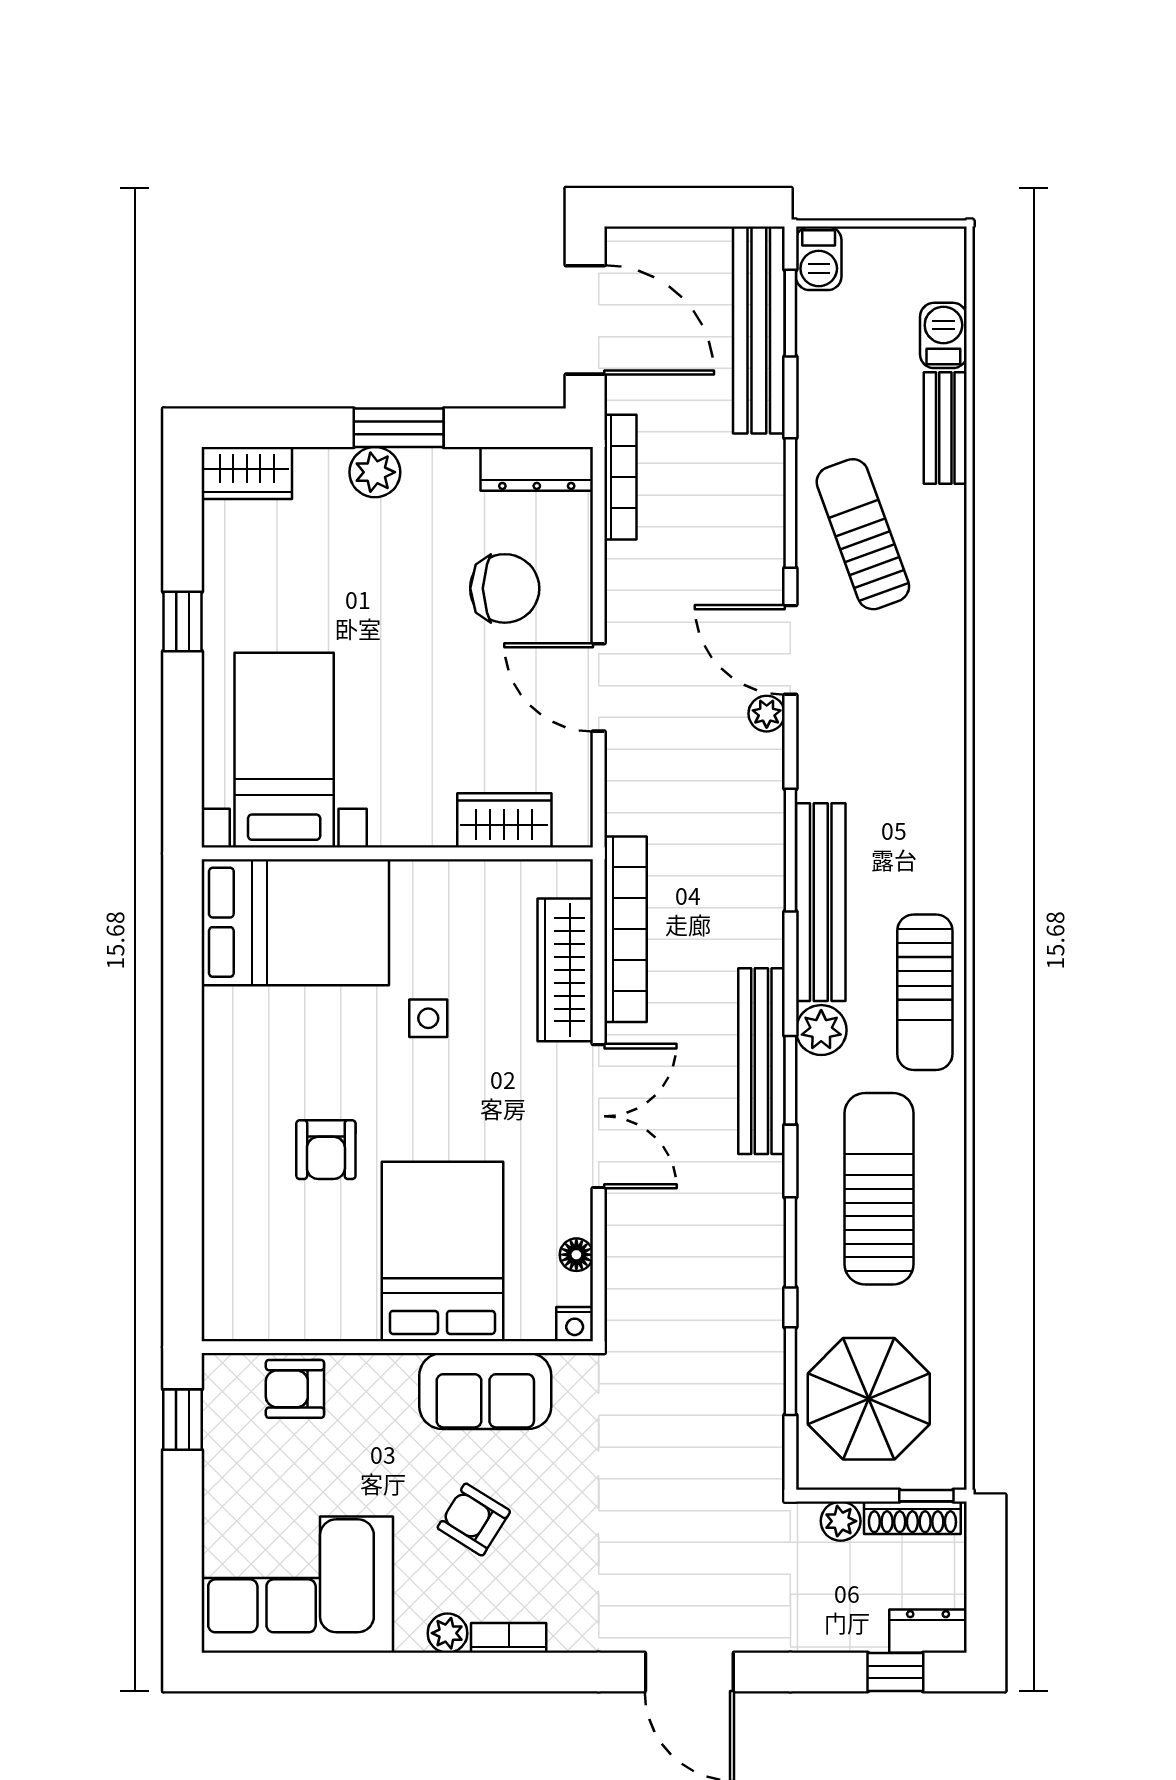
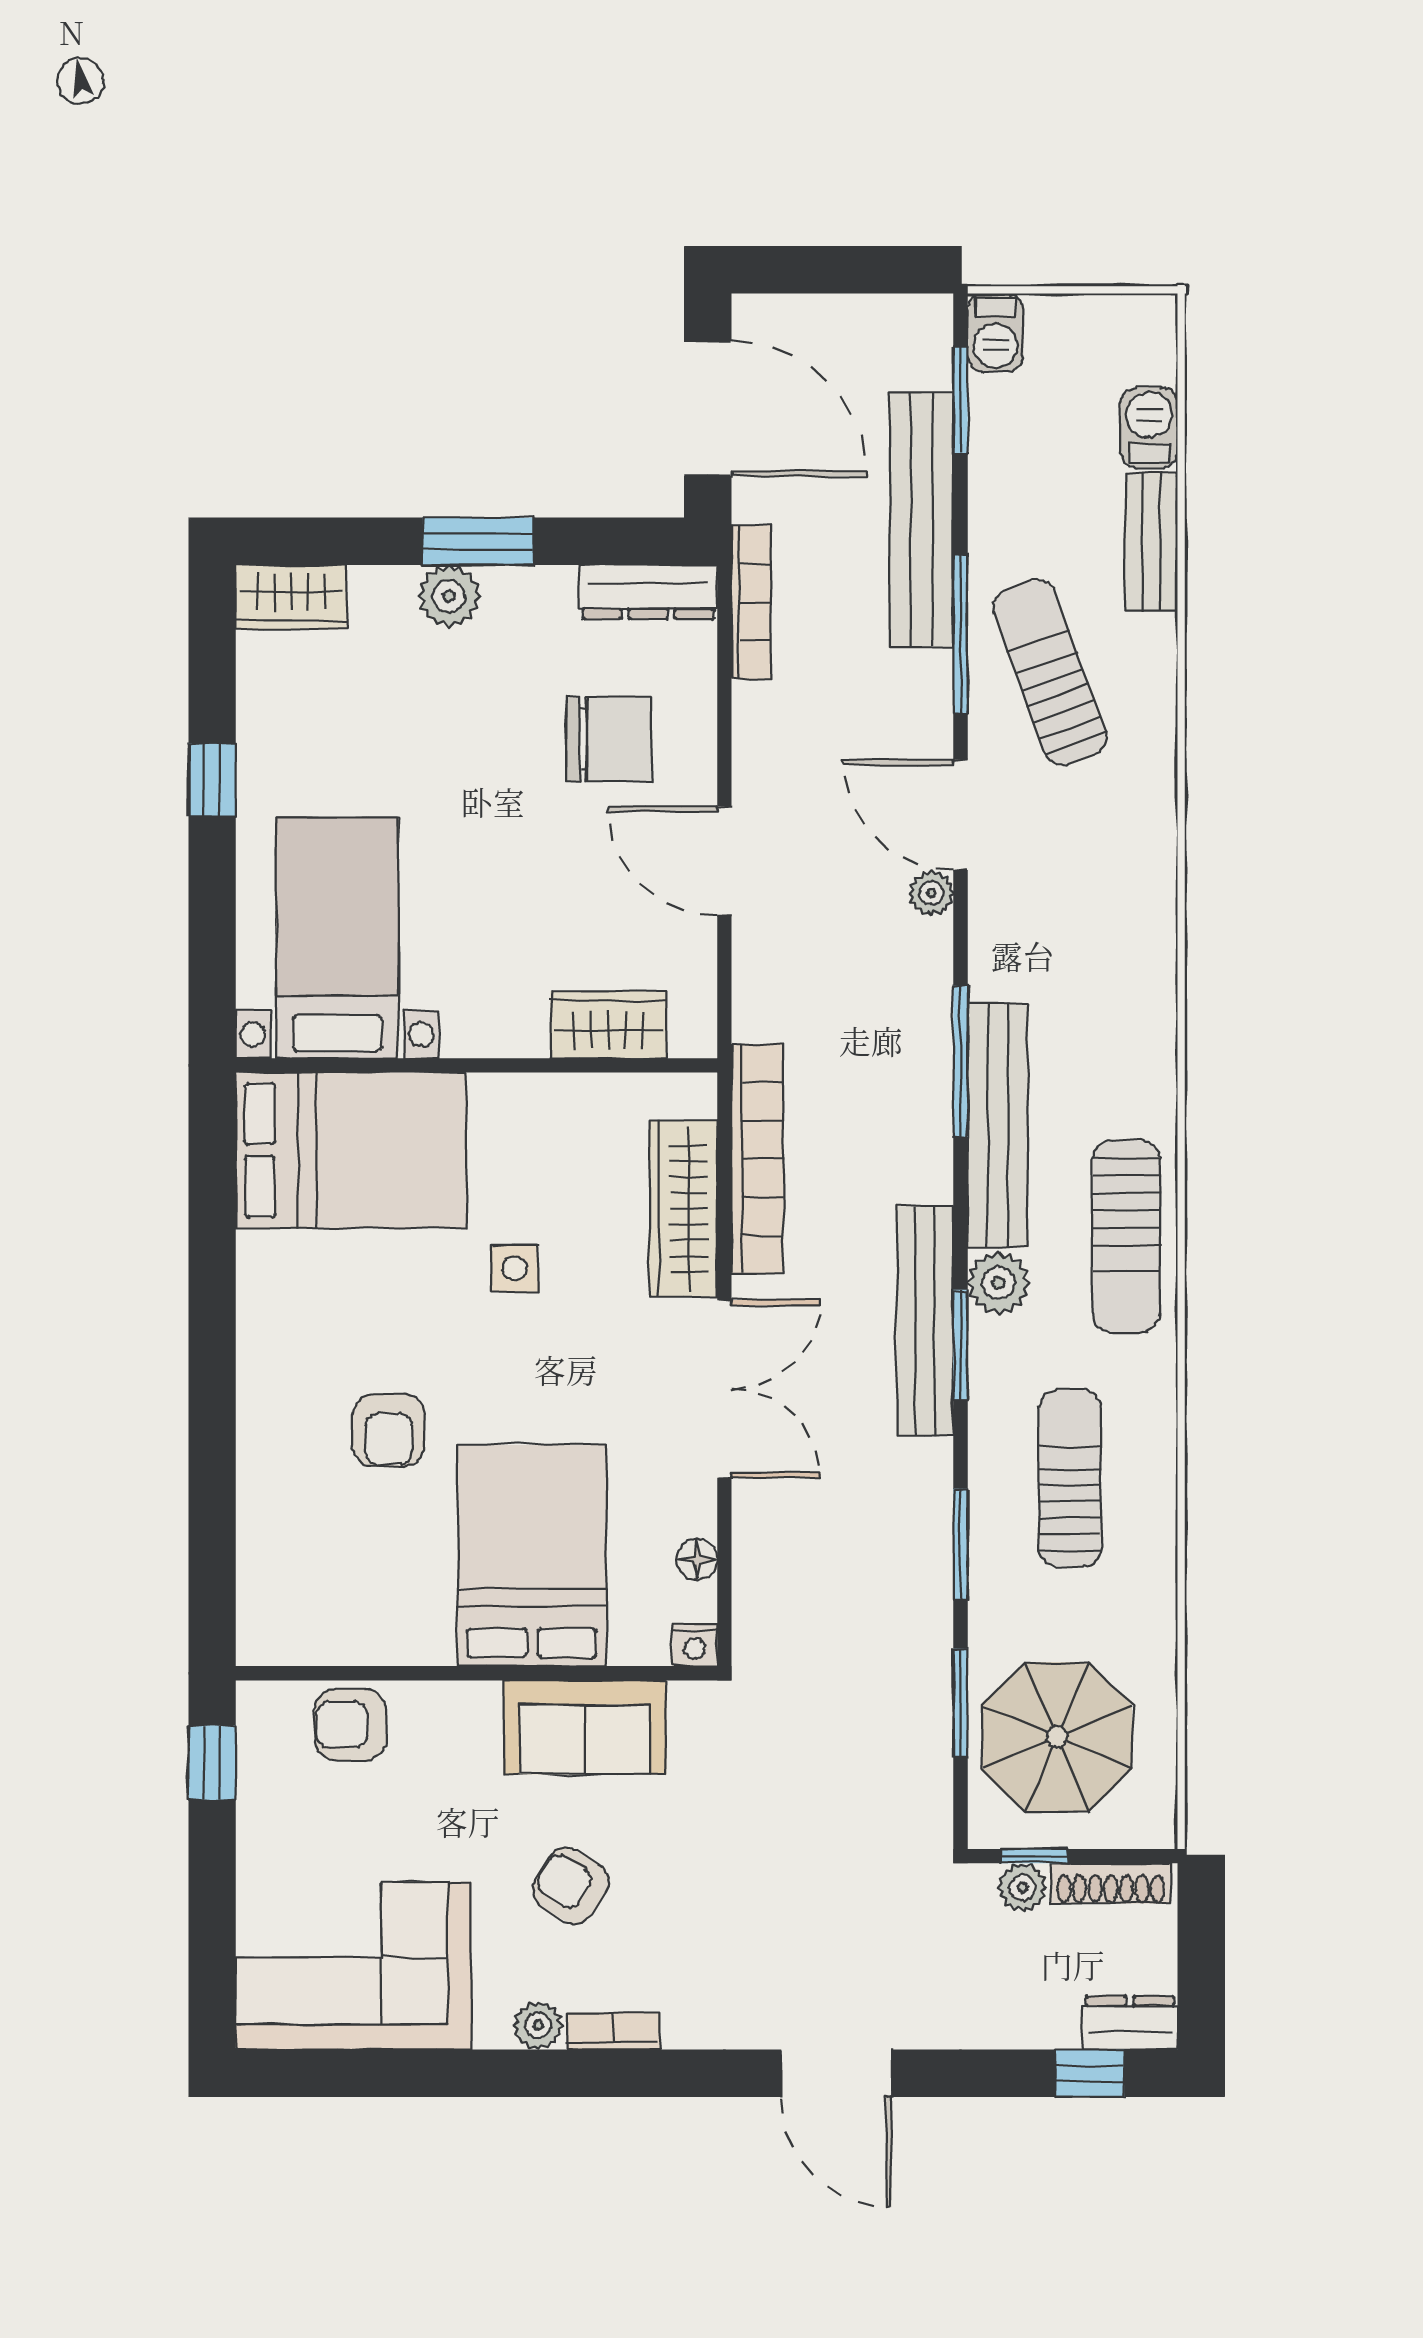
bench: (759, 330) -> (922, 520), moved
sun lounger: (879, 1189) -> (1070, 1478), width x0.73, depth x0.75
window: (926, 1496) -> (1034, 1856), moved

